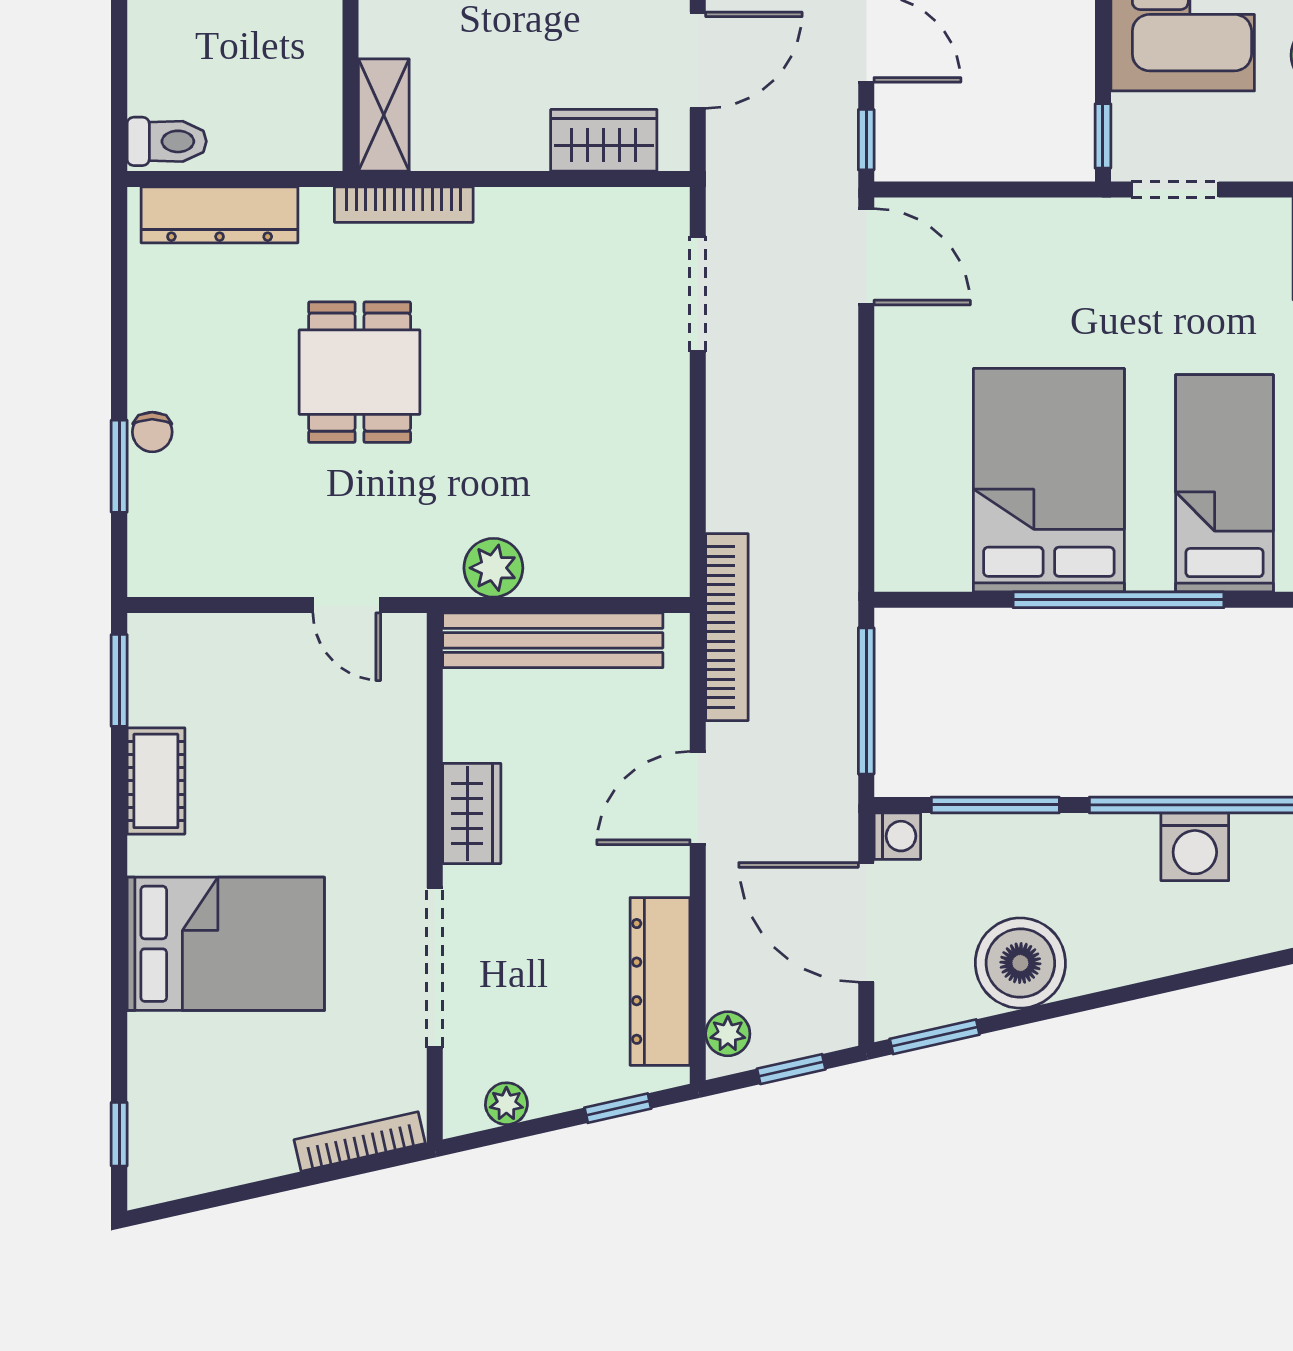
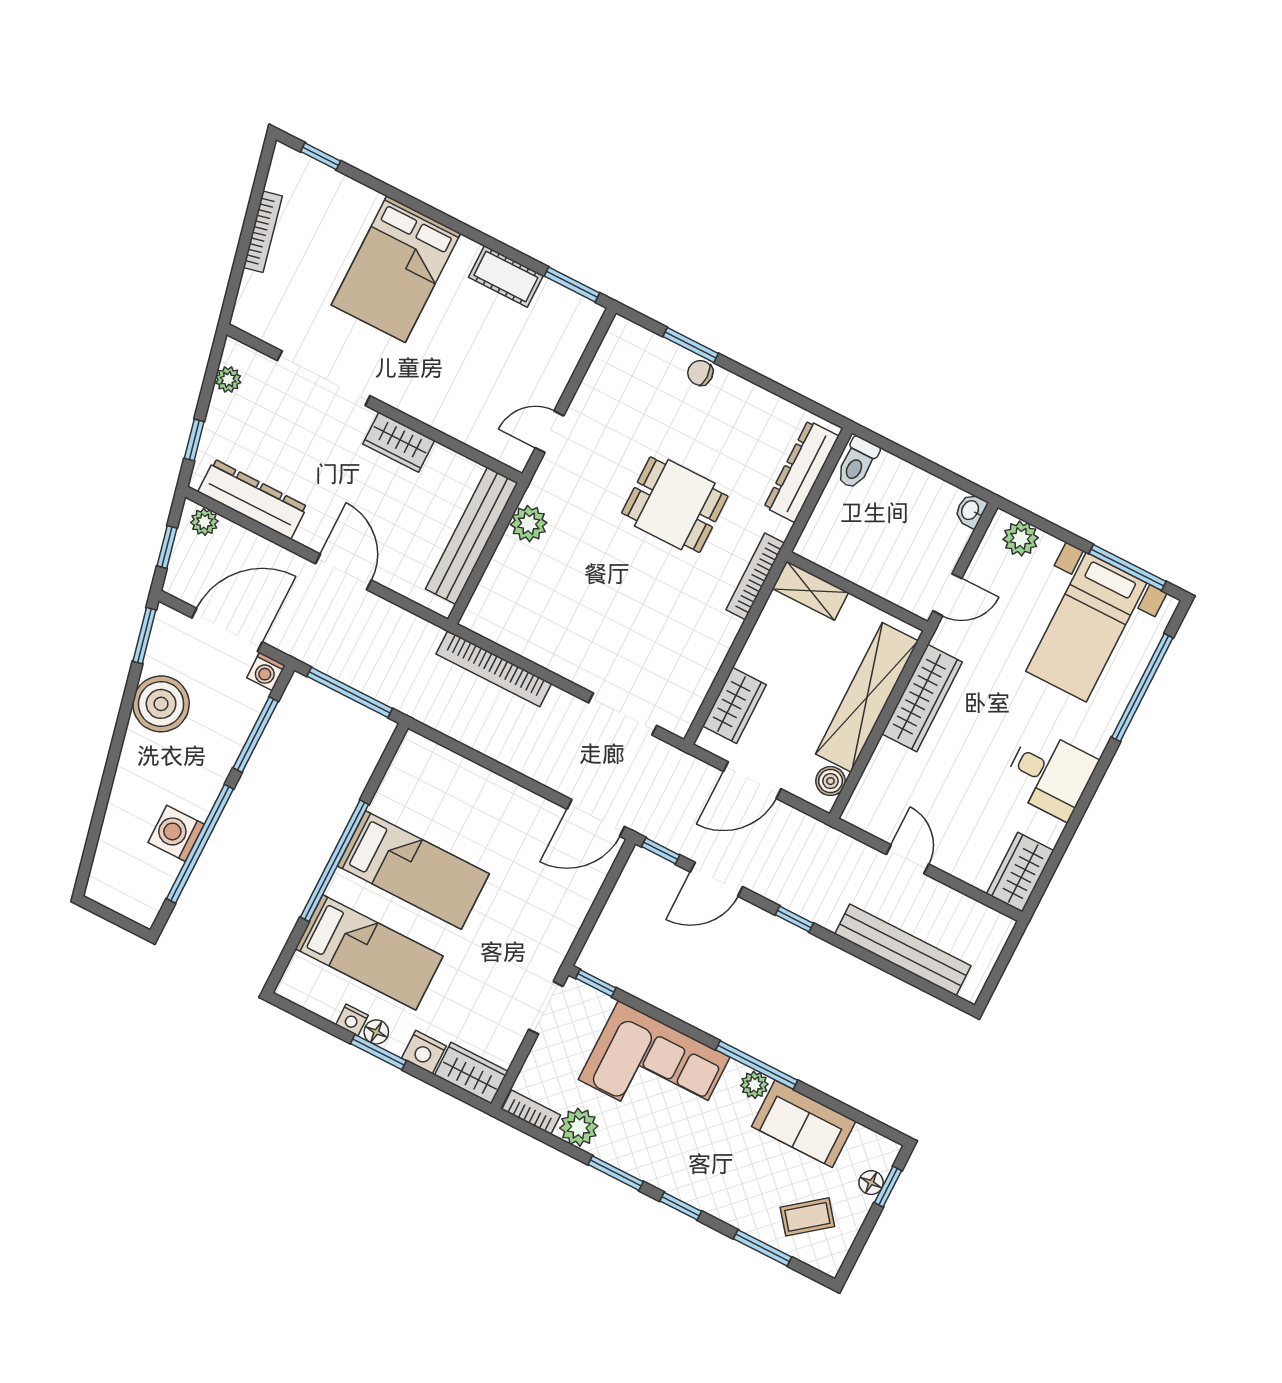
door: (698, 60) -> (752, 780), hinge flipped
bed: (1049, 480) -> (413, 870), width x0.67
bookcase: (727, 627) -> (494, 669), moved
bookcase: (360, 1142) -> (263, 232), moved

